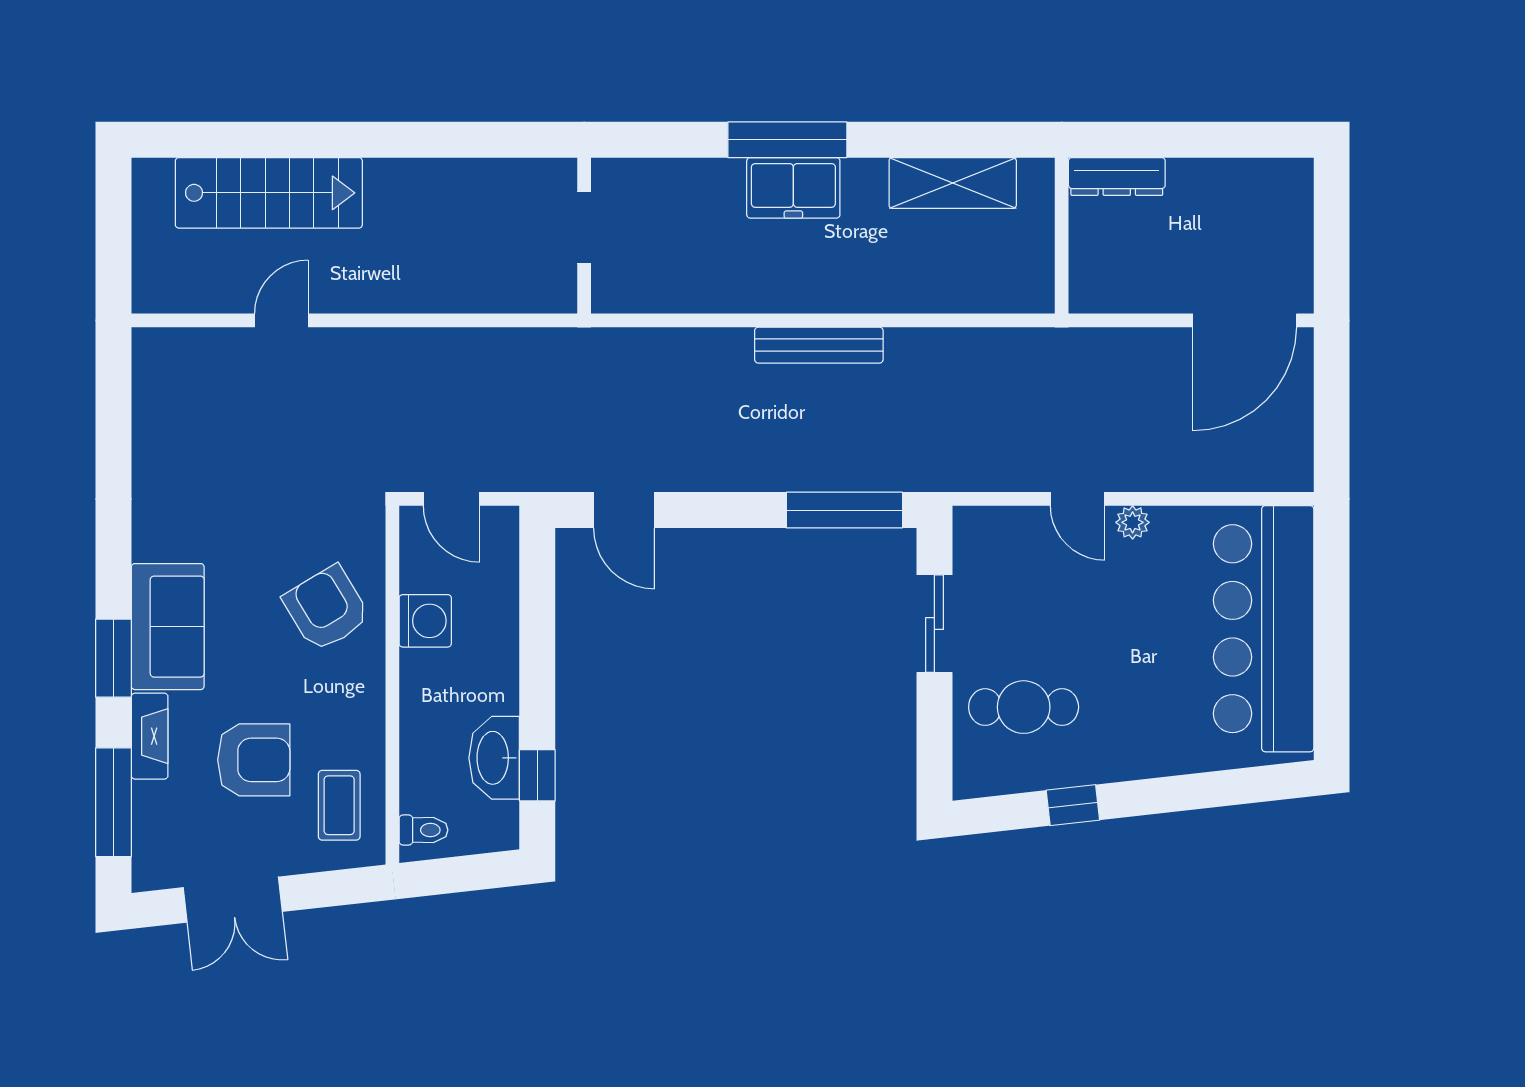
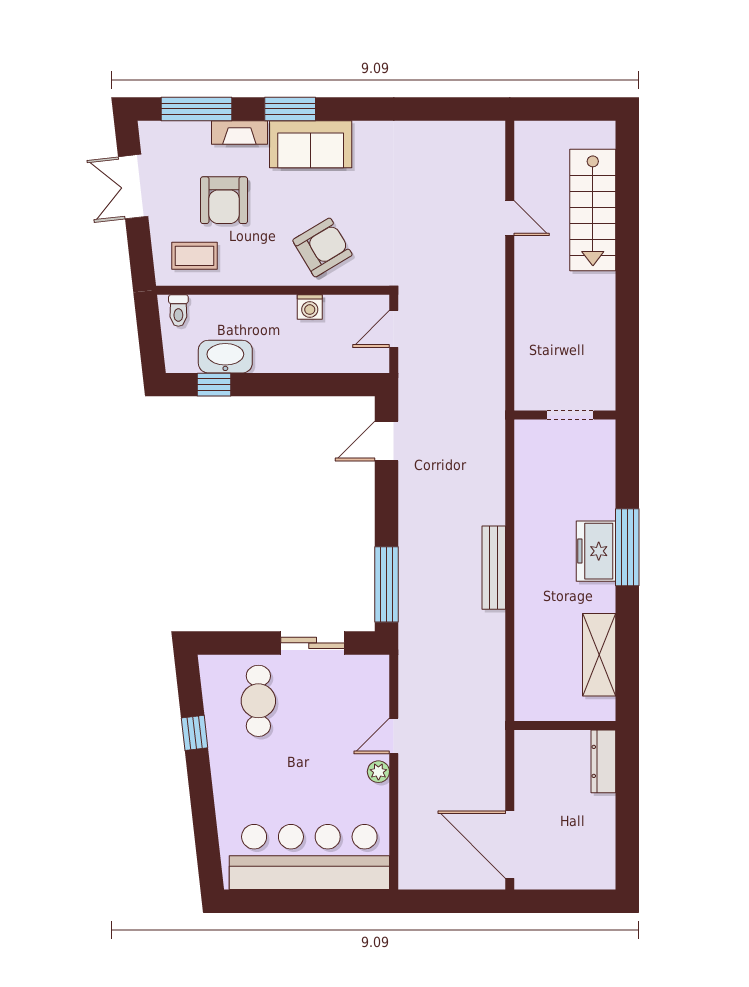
washing machine: (425, 621) -> (310, 307), width x0.73, depth x0.73

